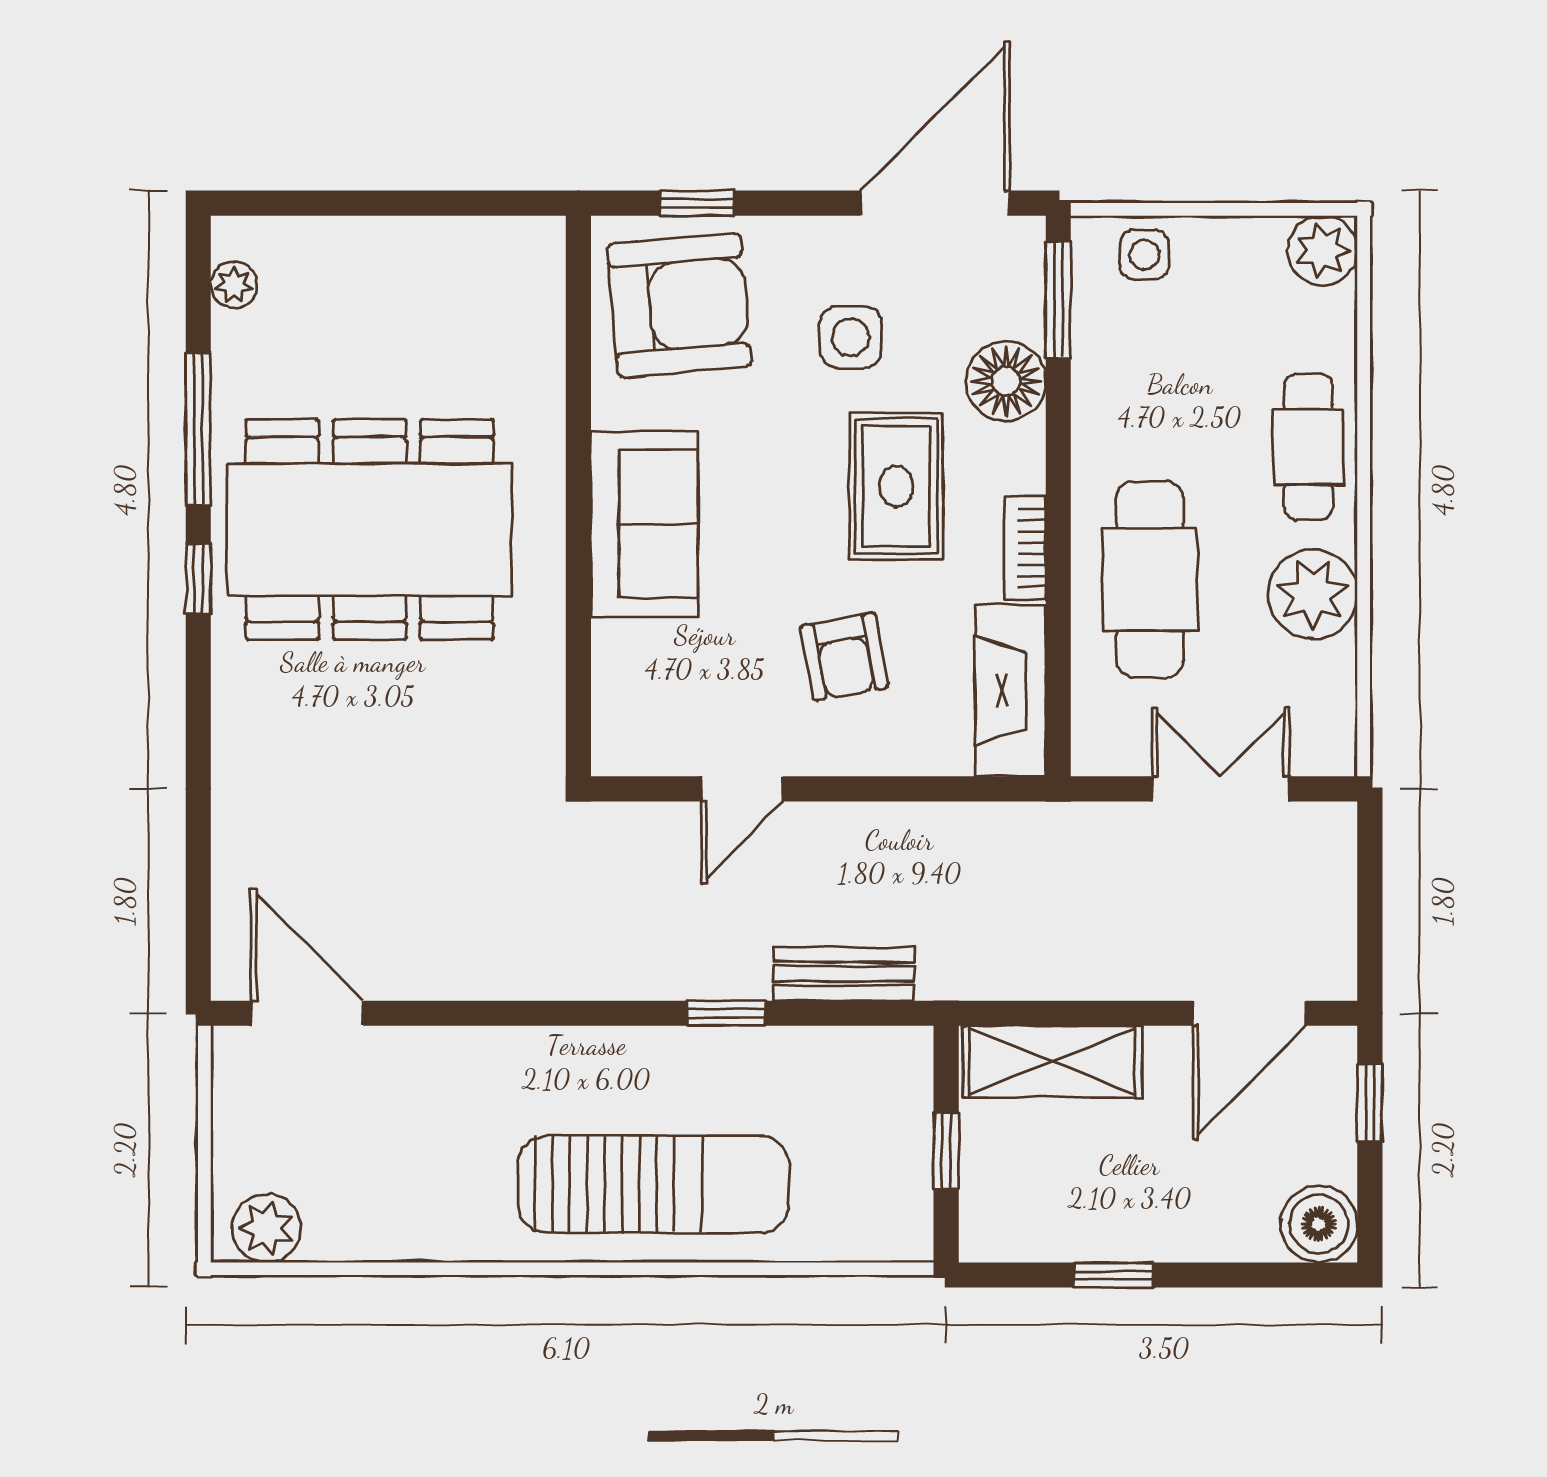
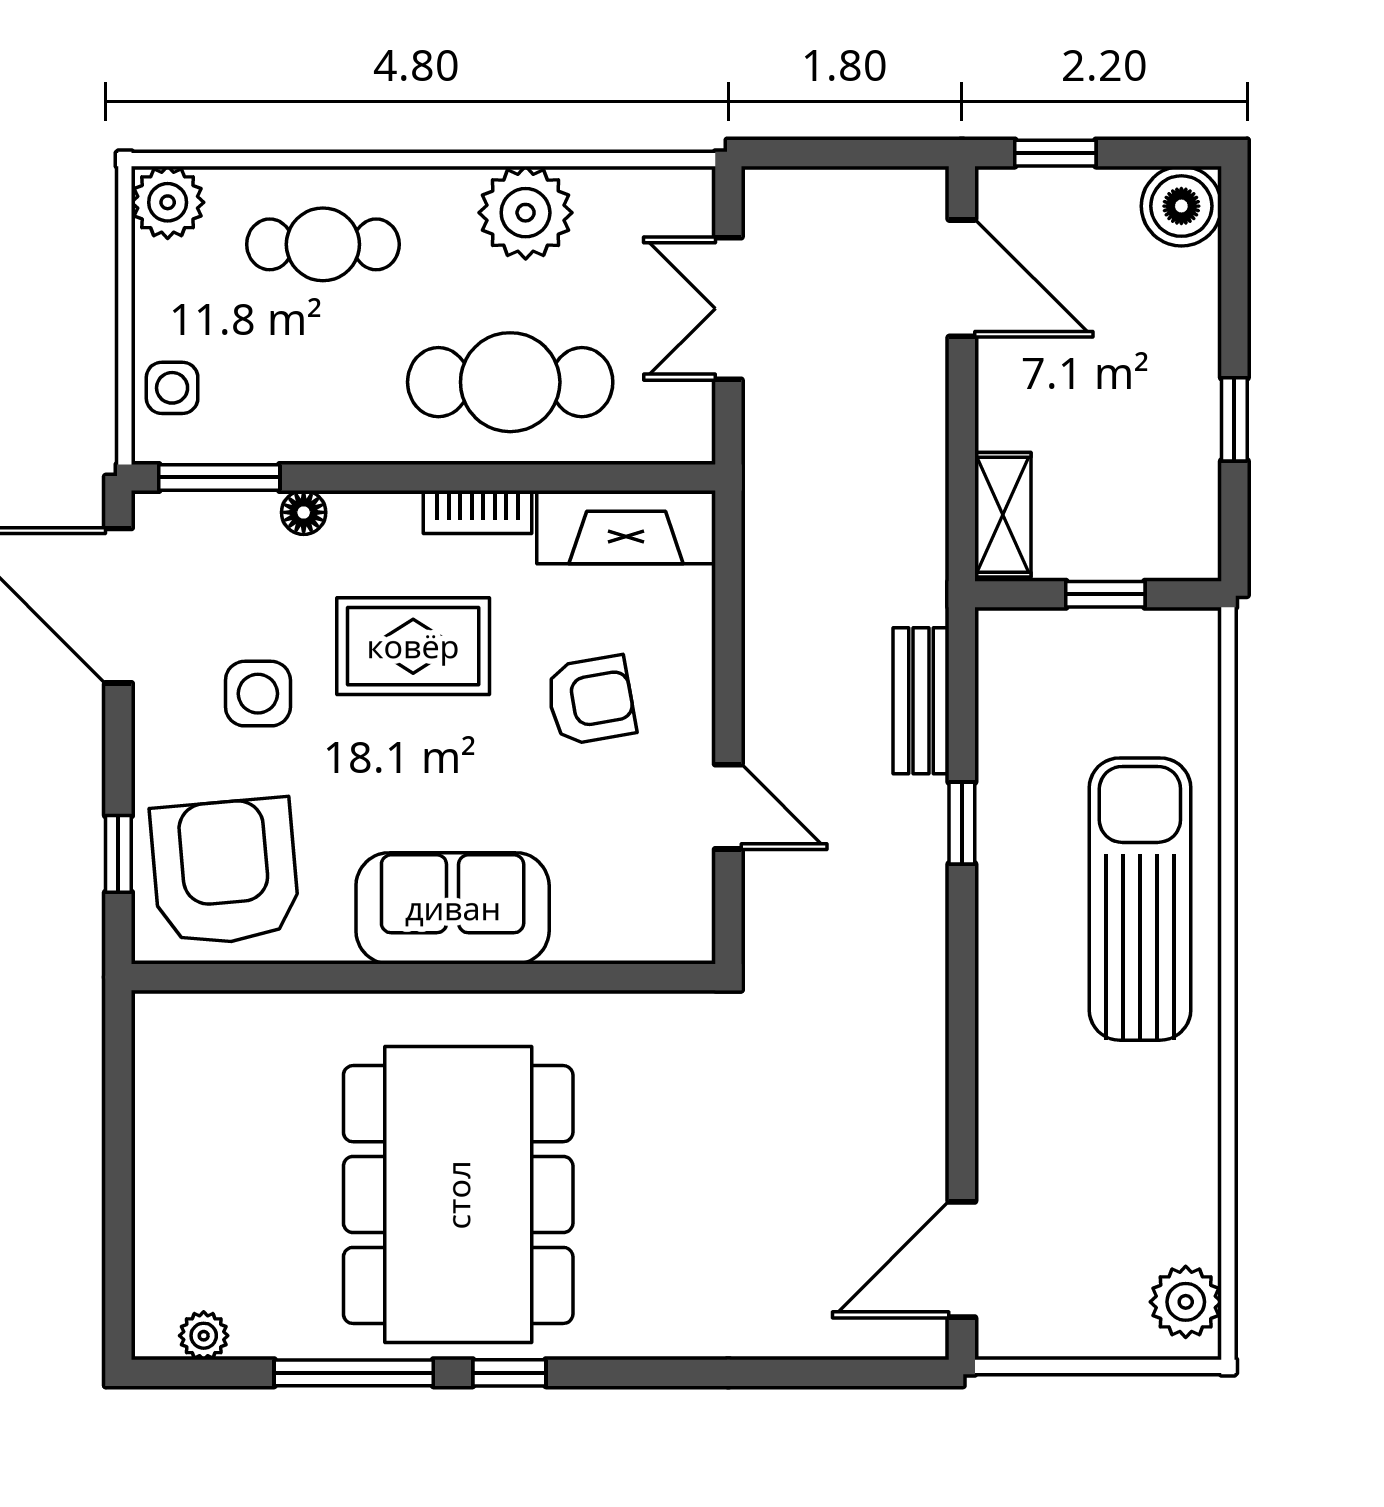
floor lamp: (1006, 381) -> (304, 512), width x0.53, depth x0.53
cafe table: (1308, 447) -> (323, 244), moved
shelving: (1052, 1062) -> (1003, 515), width x0.67, depth x0.75

